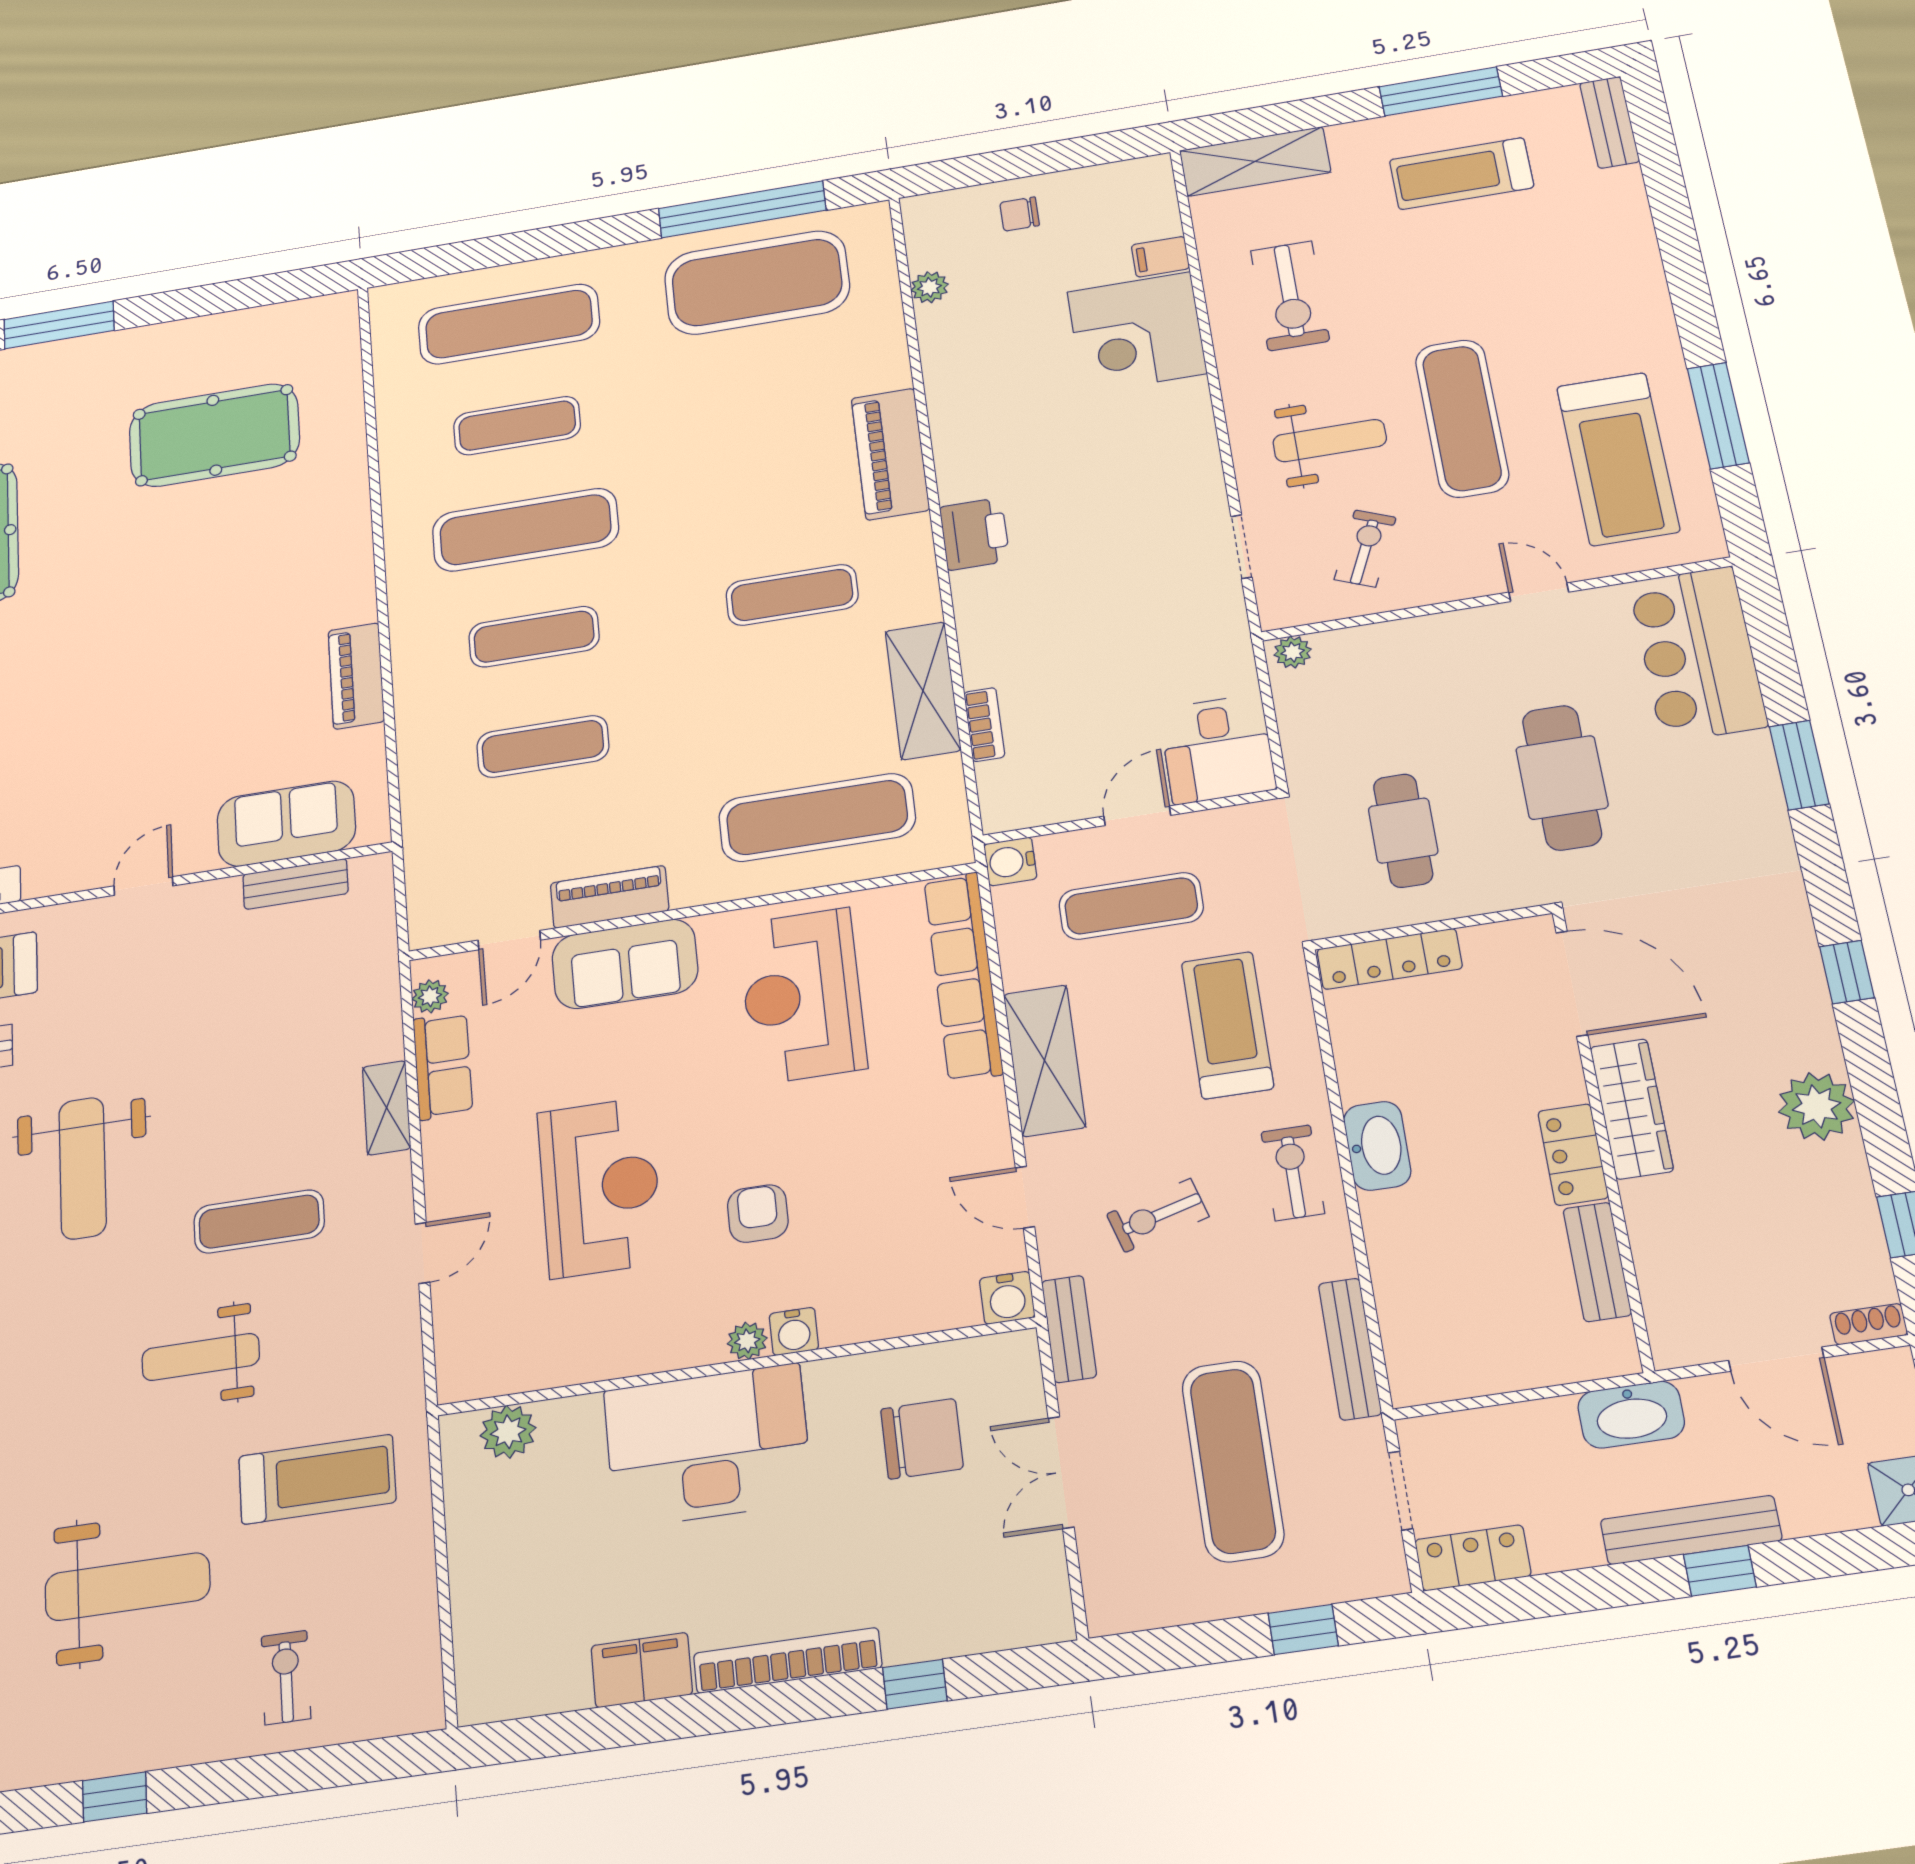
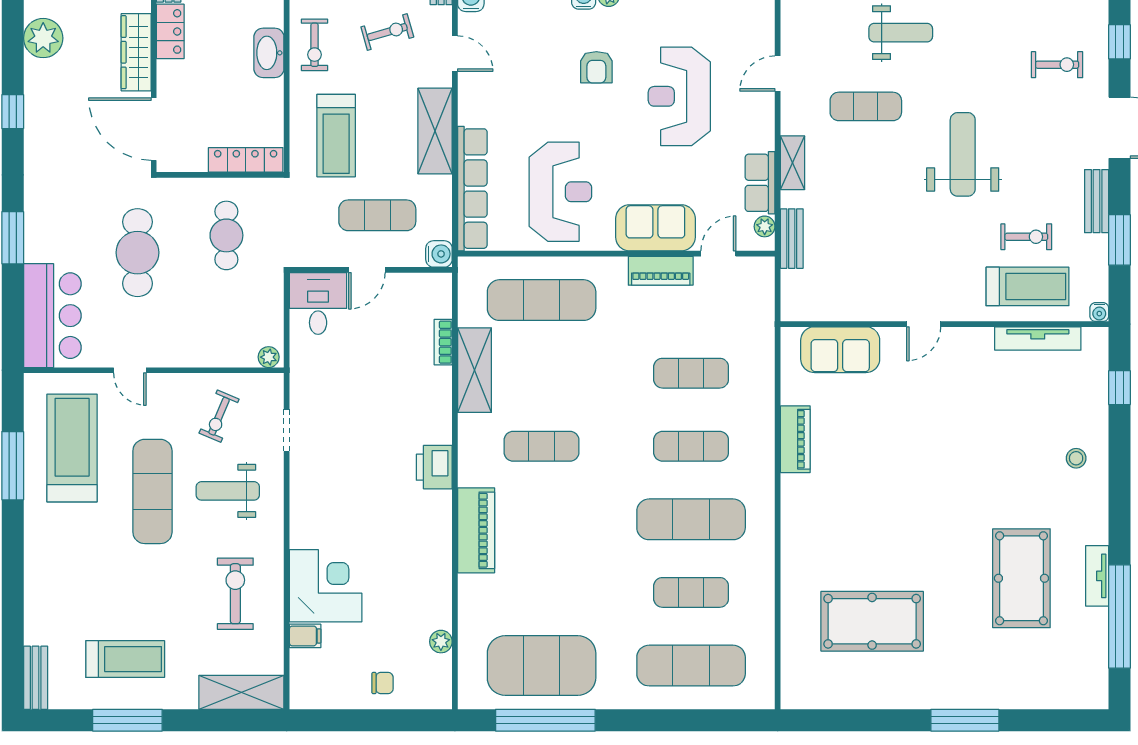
bench: (295, 884) -> (792, 239), moved, turned 90

